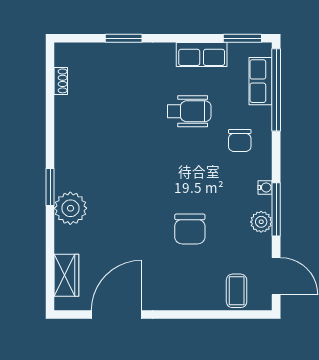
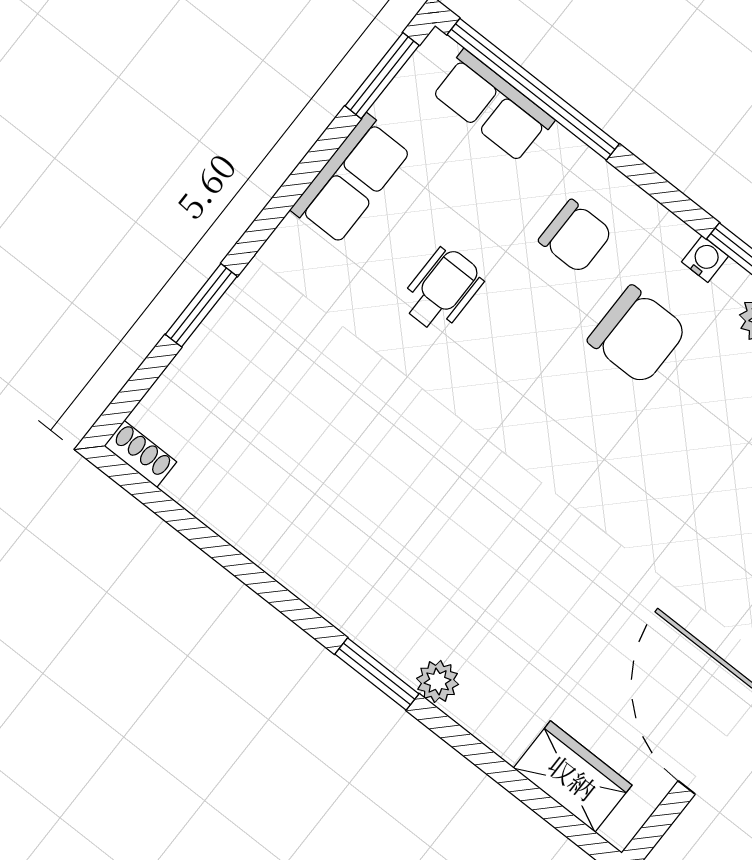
shoe rack: (61, 81) -> (140, 454), moved
wheelchair: (189, 111) -> (442, 290), width x0.73, depth x0.73
plant: (70, 208) -> (438, 681), width x0.53, depth x0.53
chair: (190, 229) -> (637, 335), moved

